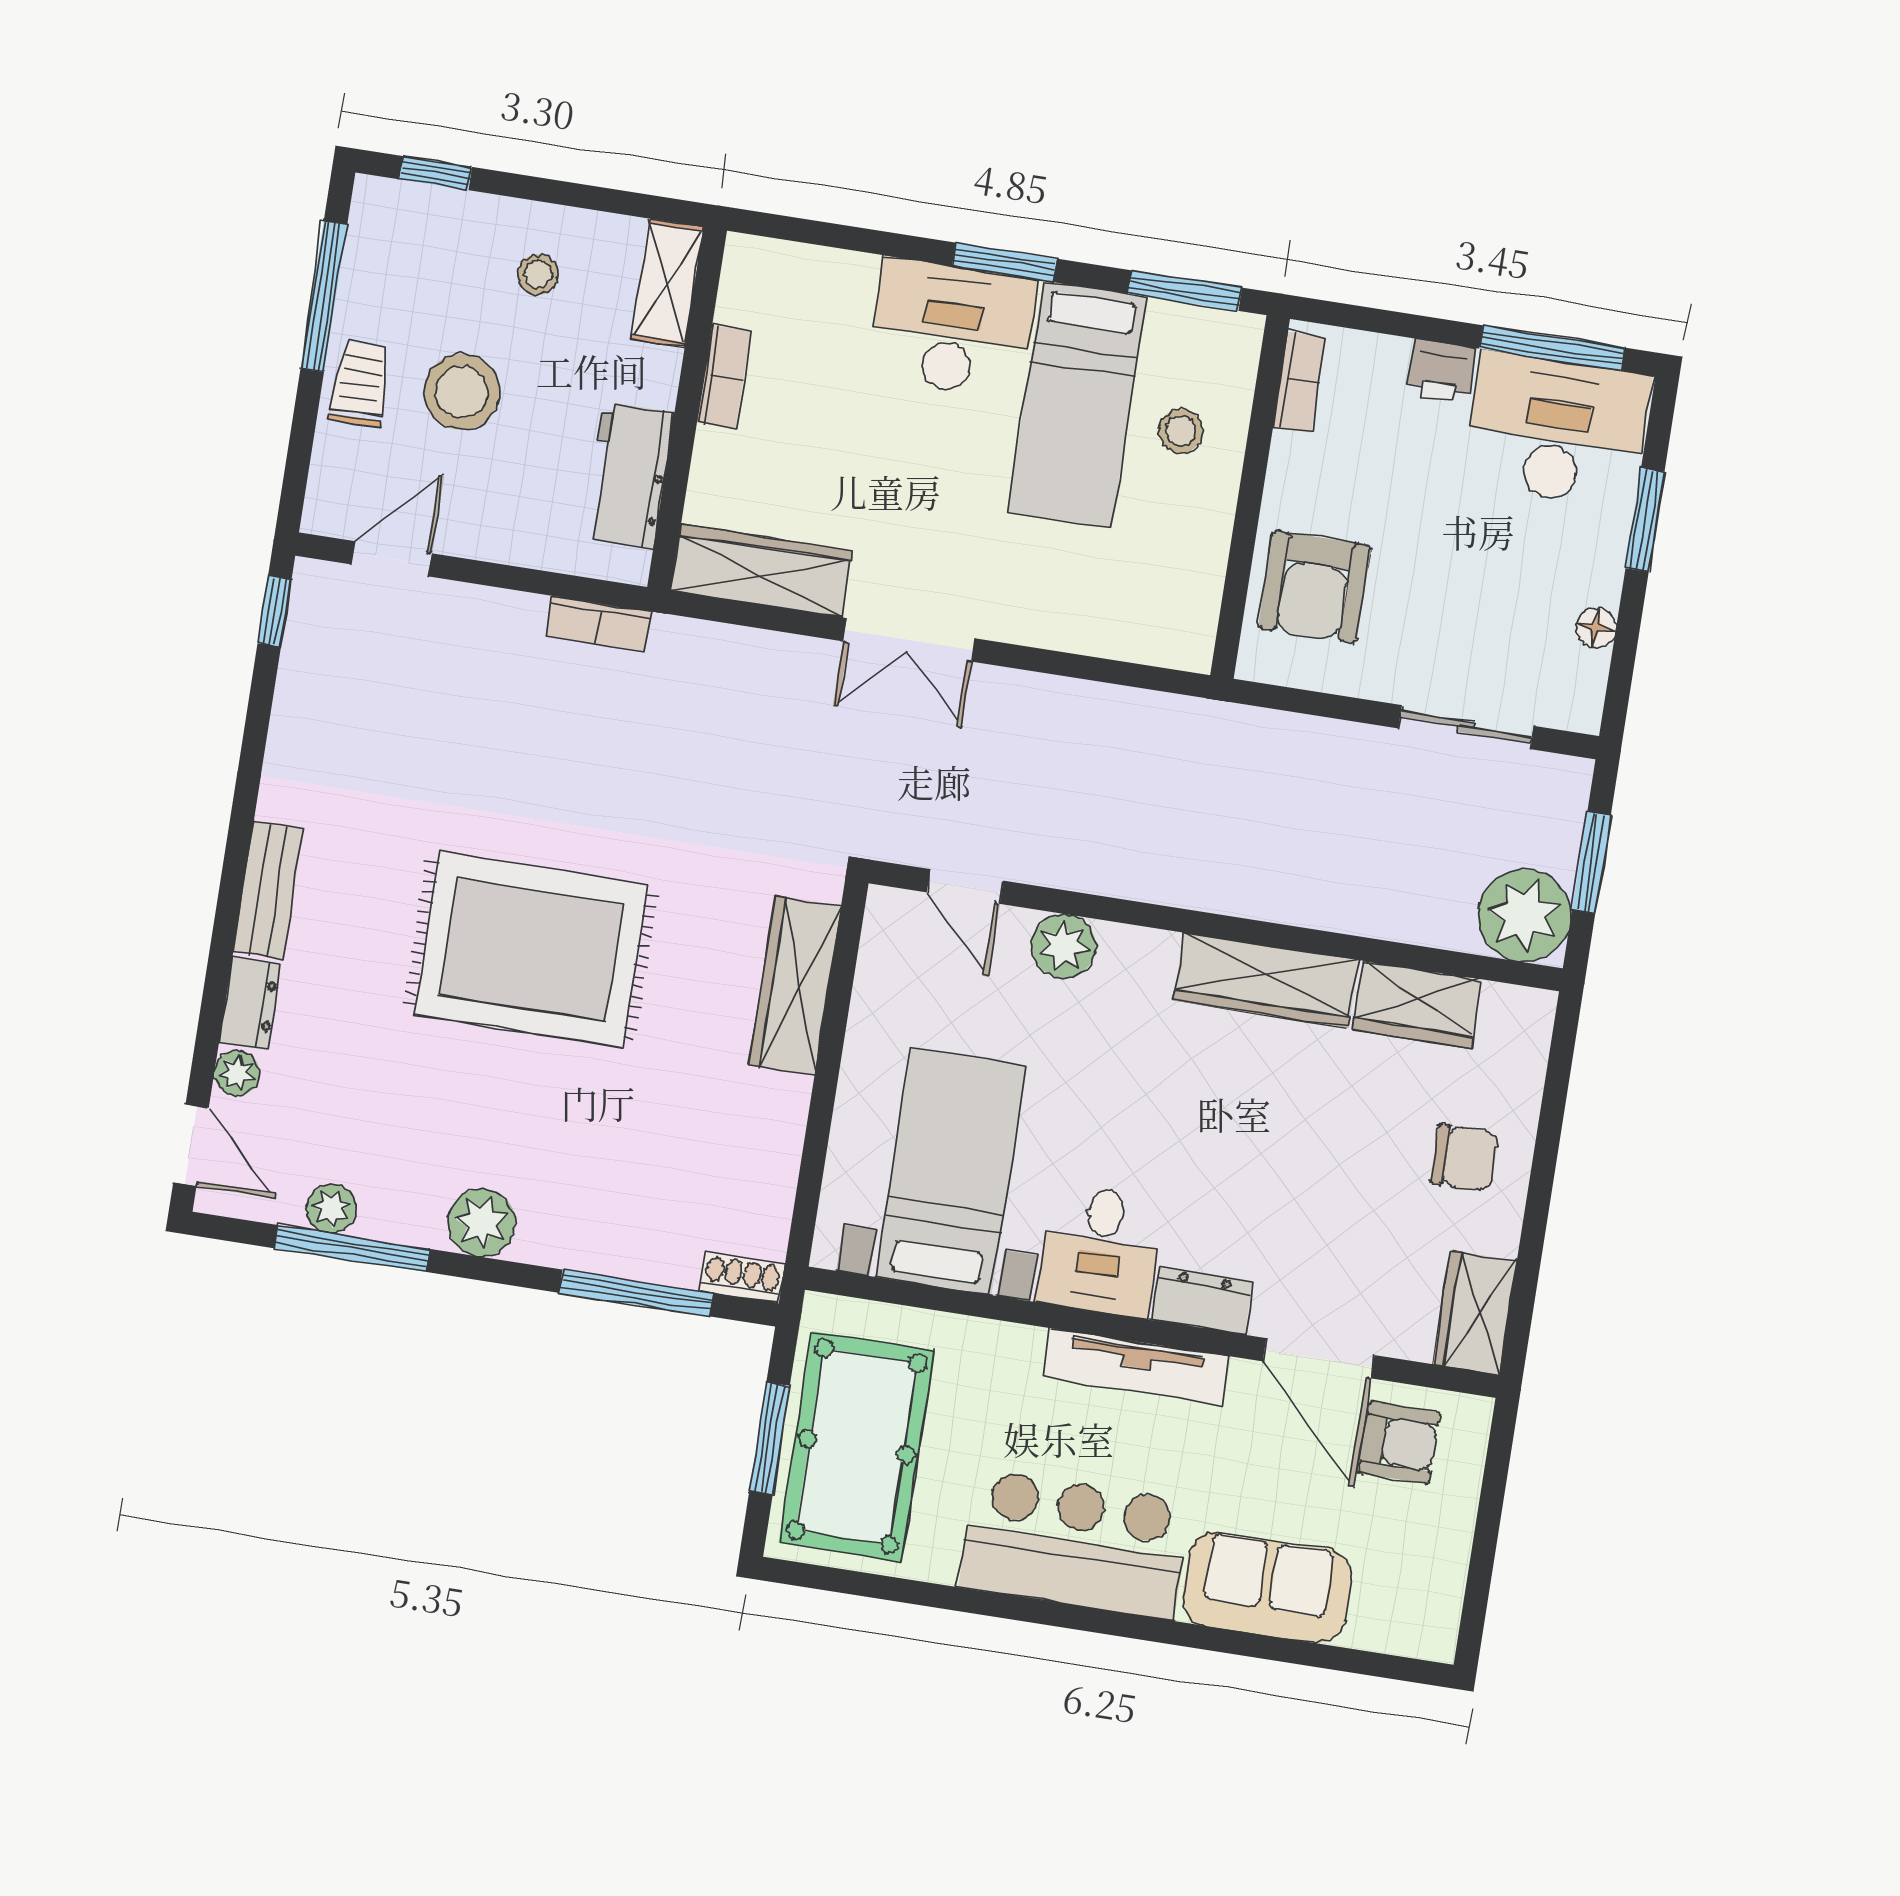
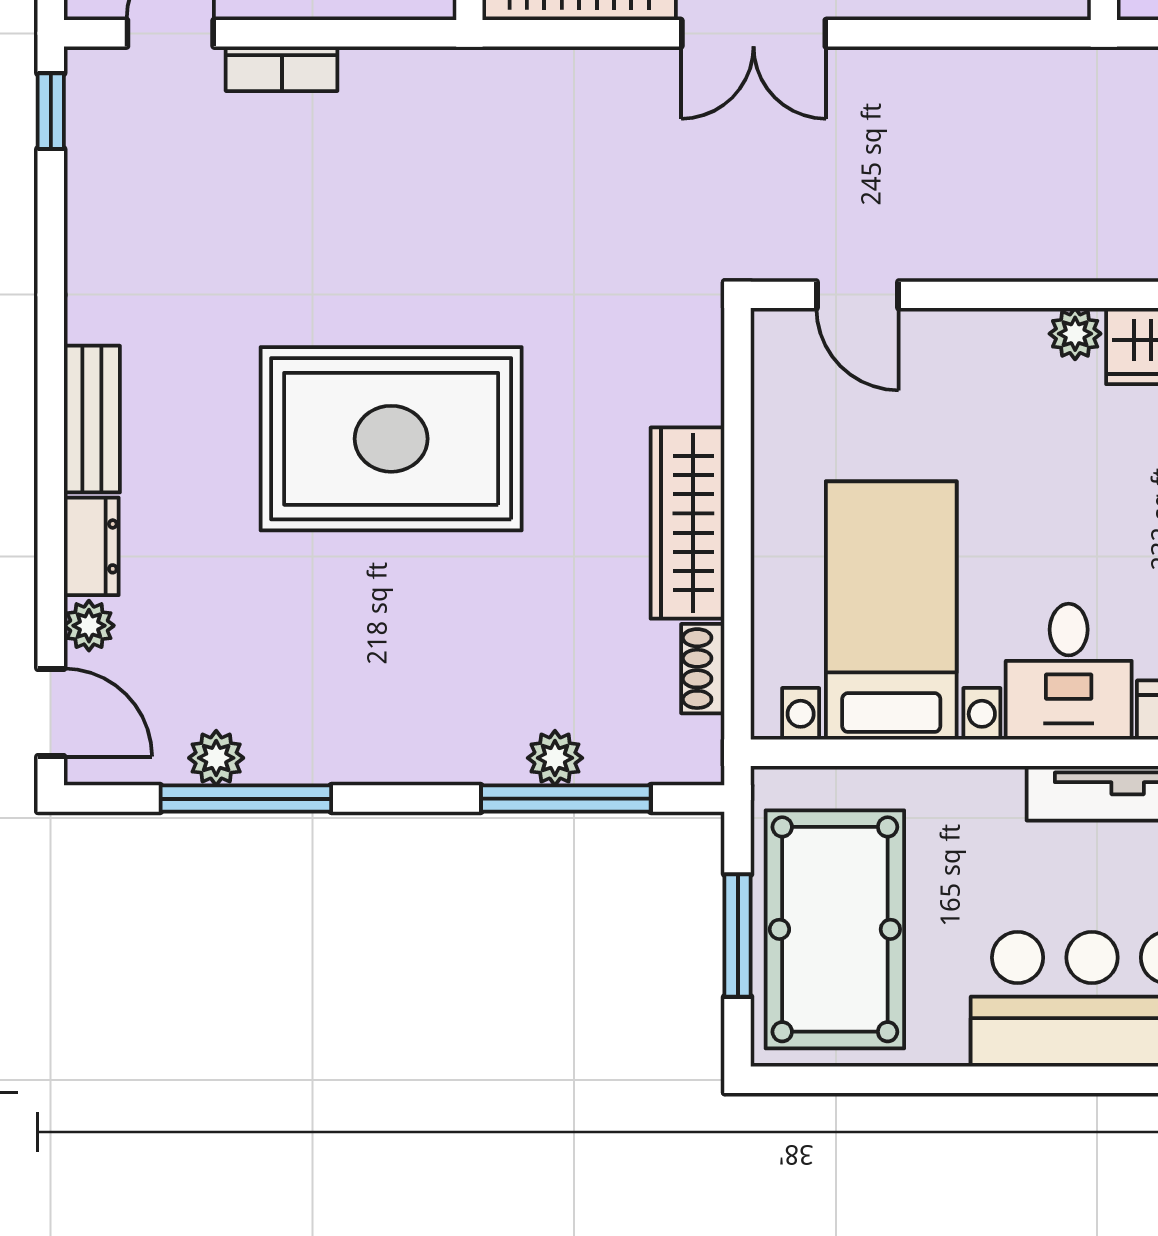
bookcase: (598, 623) -> (282, 69), moved
plant: (1064, 946) -> (1075, 334), moved, width x0.73, depth x0.73
wardrobe: (795, 986) -> (688, 523), moved
plant: (482, 1223) -> (555, 758), moved, width x0.73, depth x0.73
shoe rack: (742, 1278) -> (703, 669), moved, turned -90

